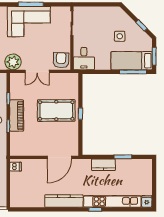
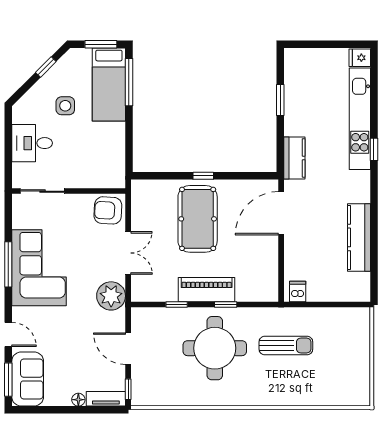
desk: (84, 59) -> (32, 143), moved, turned 180
door: (59, 157) -> (281, 213), swing flipped
kitchen counter: (103, 165) -> (294, 158), moved
kitchen counter: (64, 201) -> (359, 237), moved

